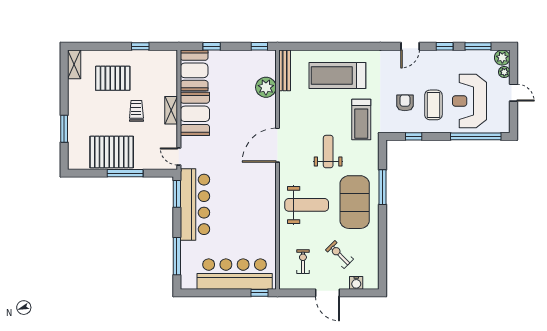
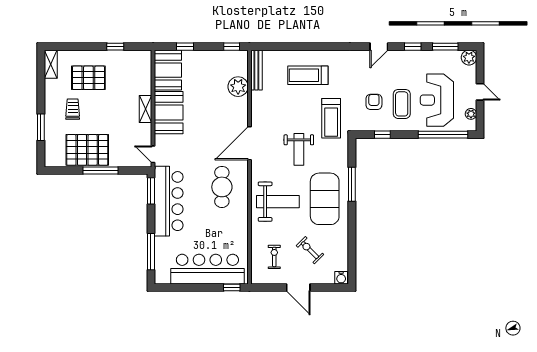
plant: (504, 72) -> (471, 114), moved
treadmill: (337, 76) -> (308, 75), width x0.73, depth x0.73
trolley: (136, 111) -> (73, 109), moved
weight bench: (328, 152) -> (299, 149), turned 180
cafe table: (249, 190) -> (222, 187), added
water cooler: (356, 283) -> (341, 278), moved

